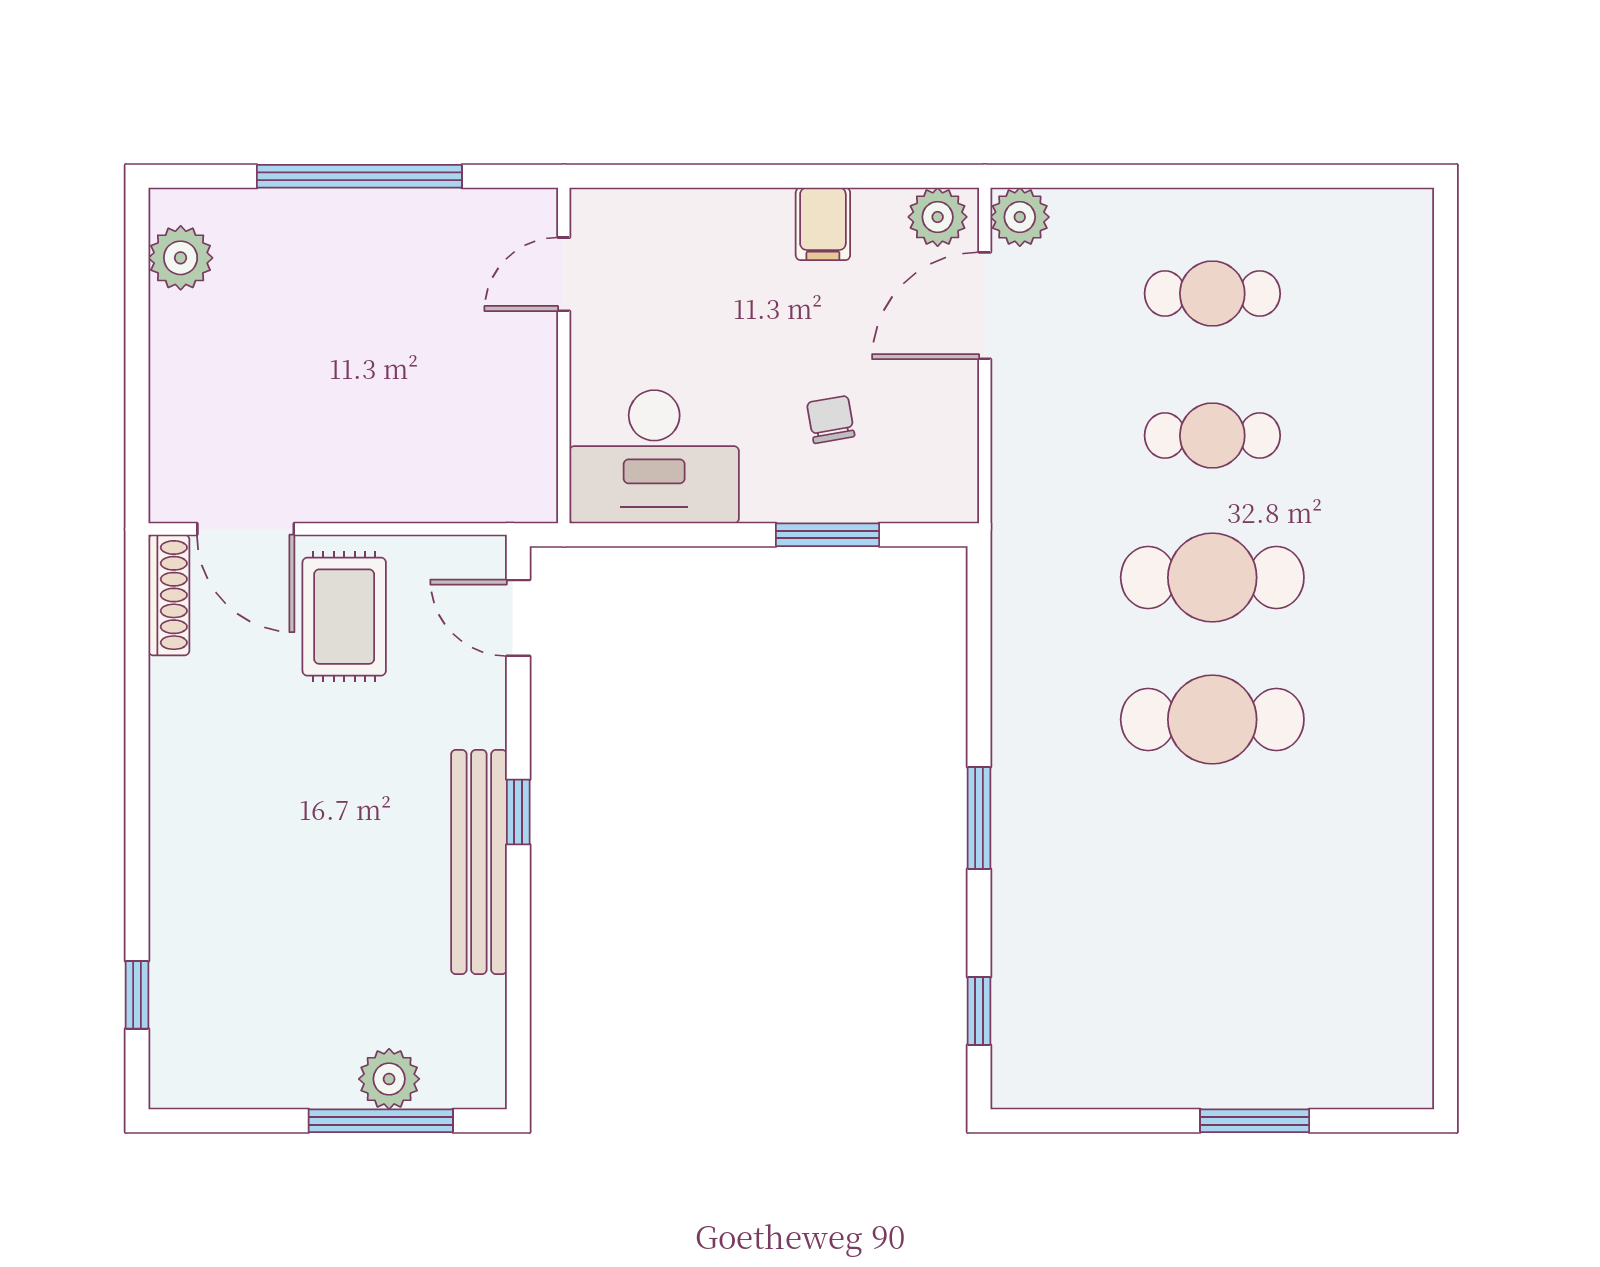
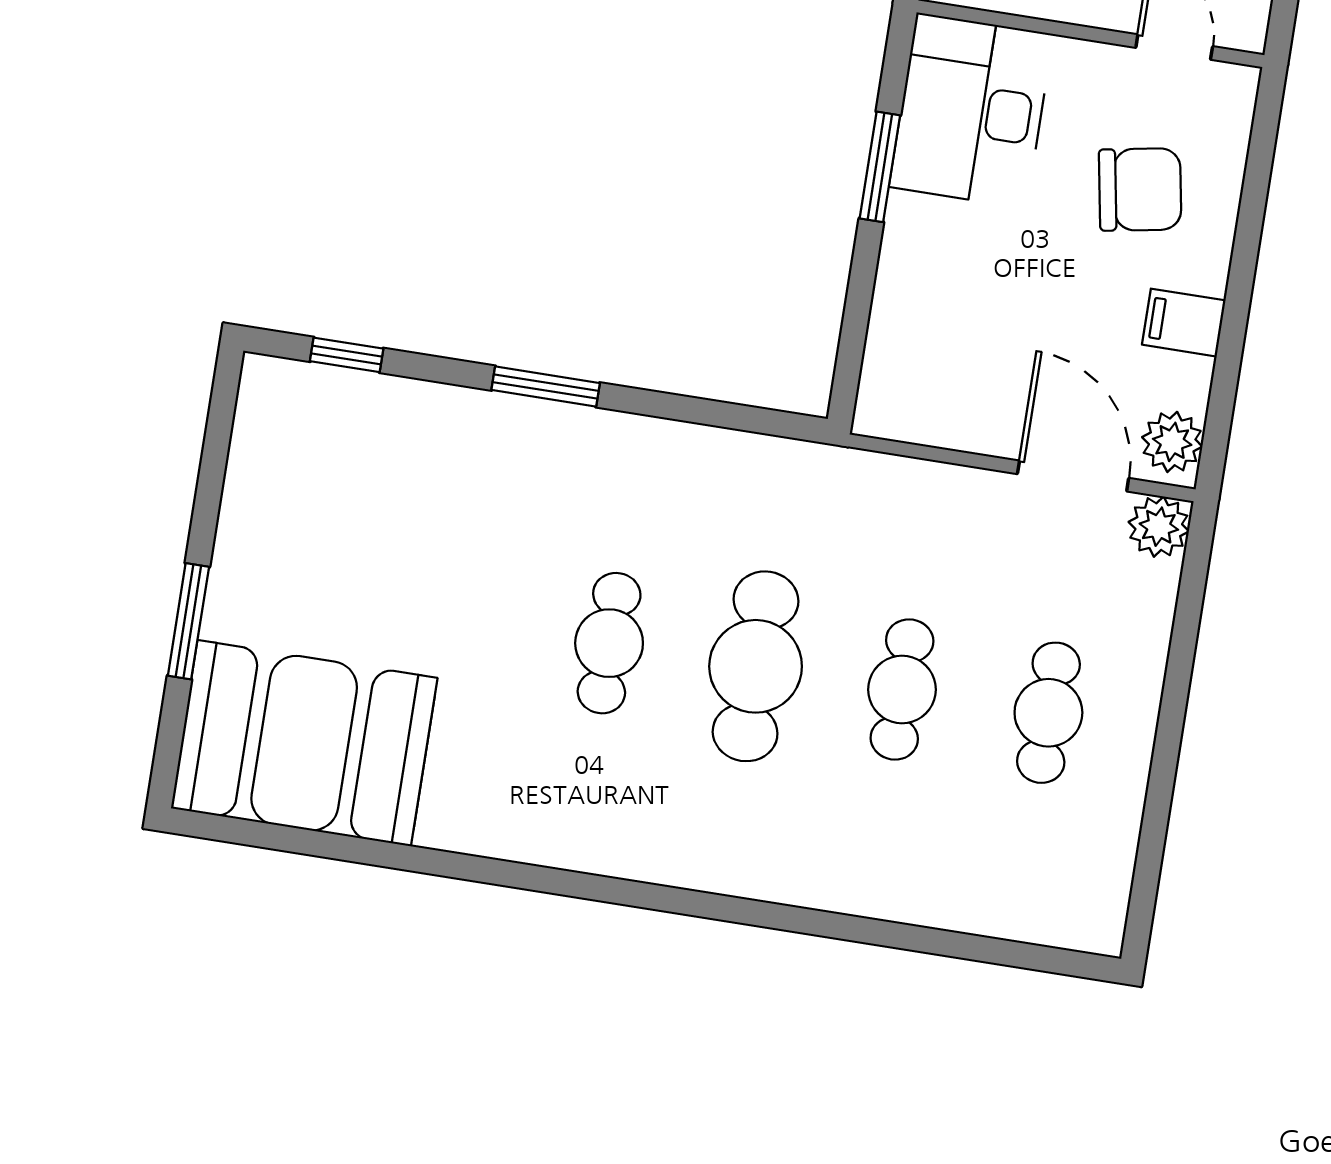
chair: (831, 420) -> (1140, 189), moved, width x1.87, depth x1.87
window: (827, 535) -> (880, 167), moved
cafe table: (1212, 719) -> (609, 643), width x0.73, depth x0.74
booth: (1353, 993) -> (304, 743), added

